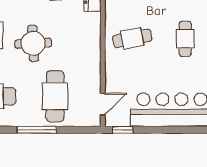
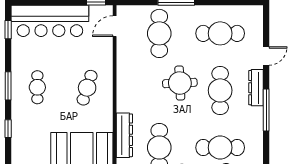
cafe table: (132, 38) -> (87, 88), turned -61

